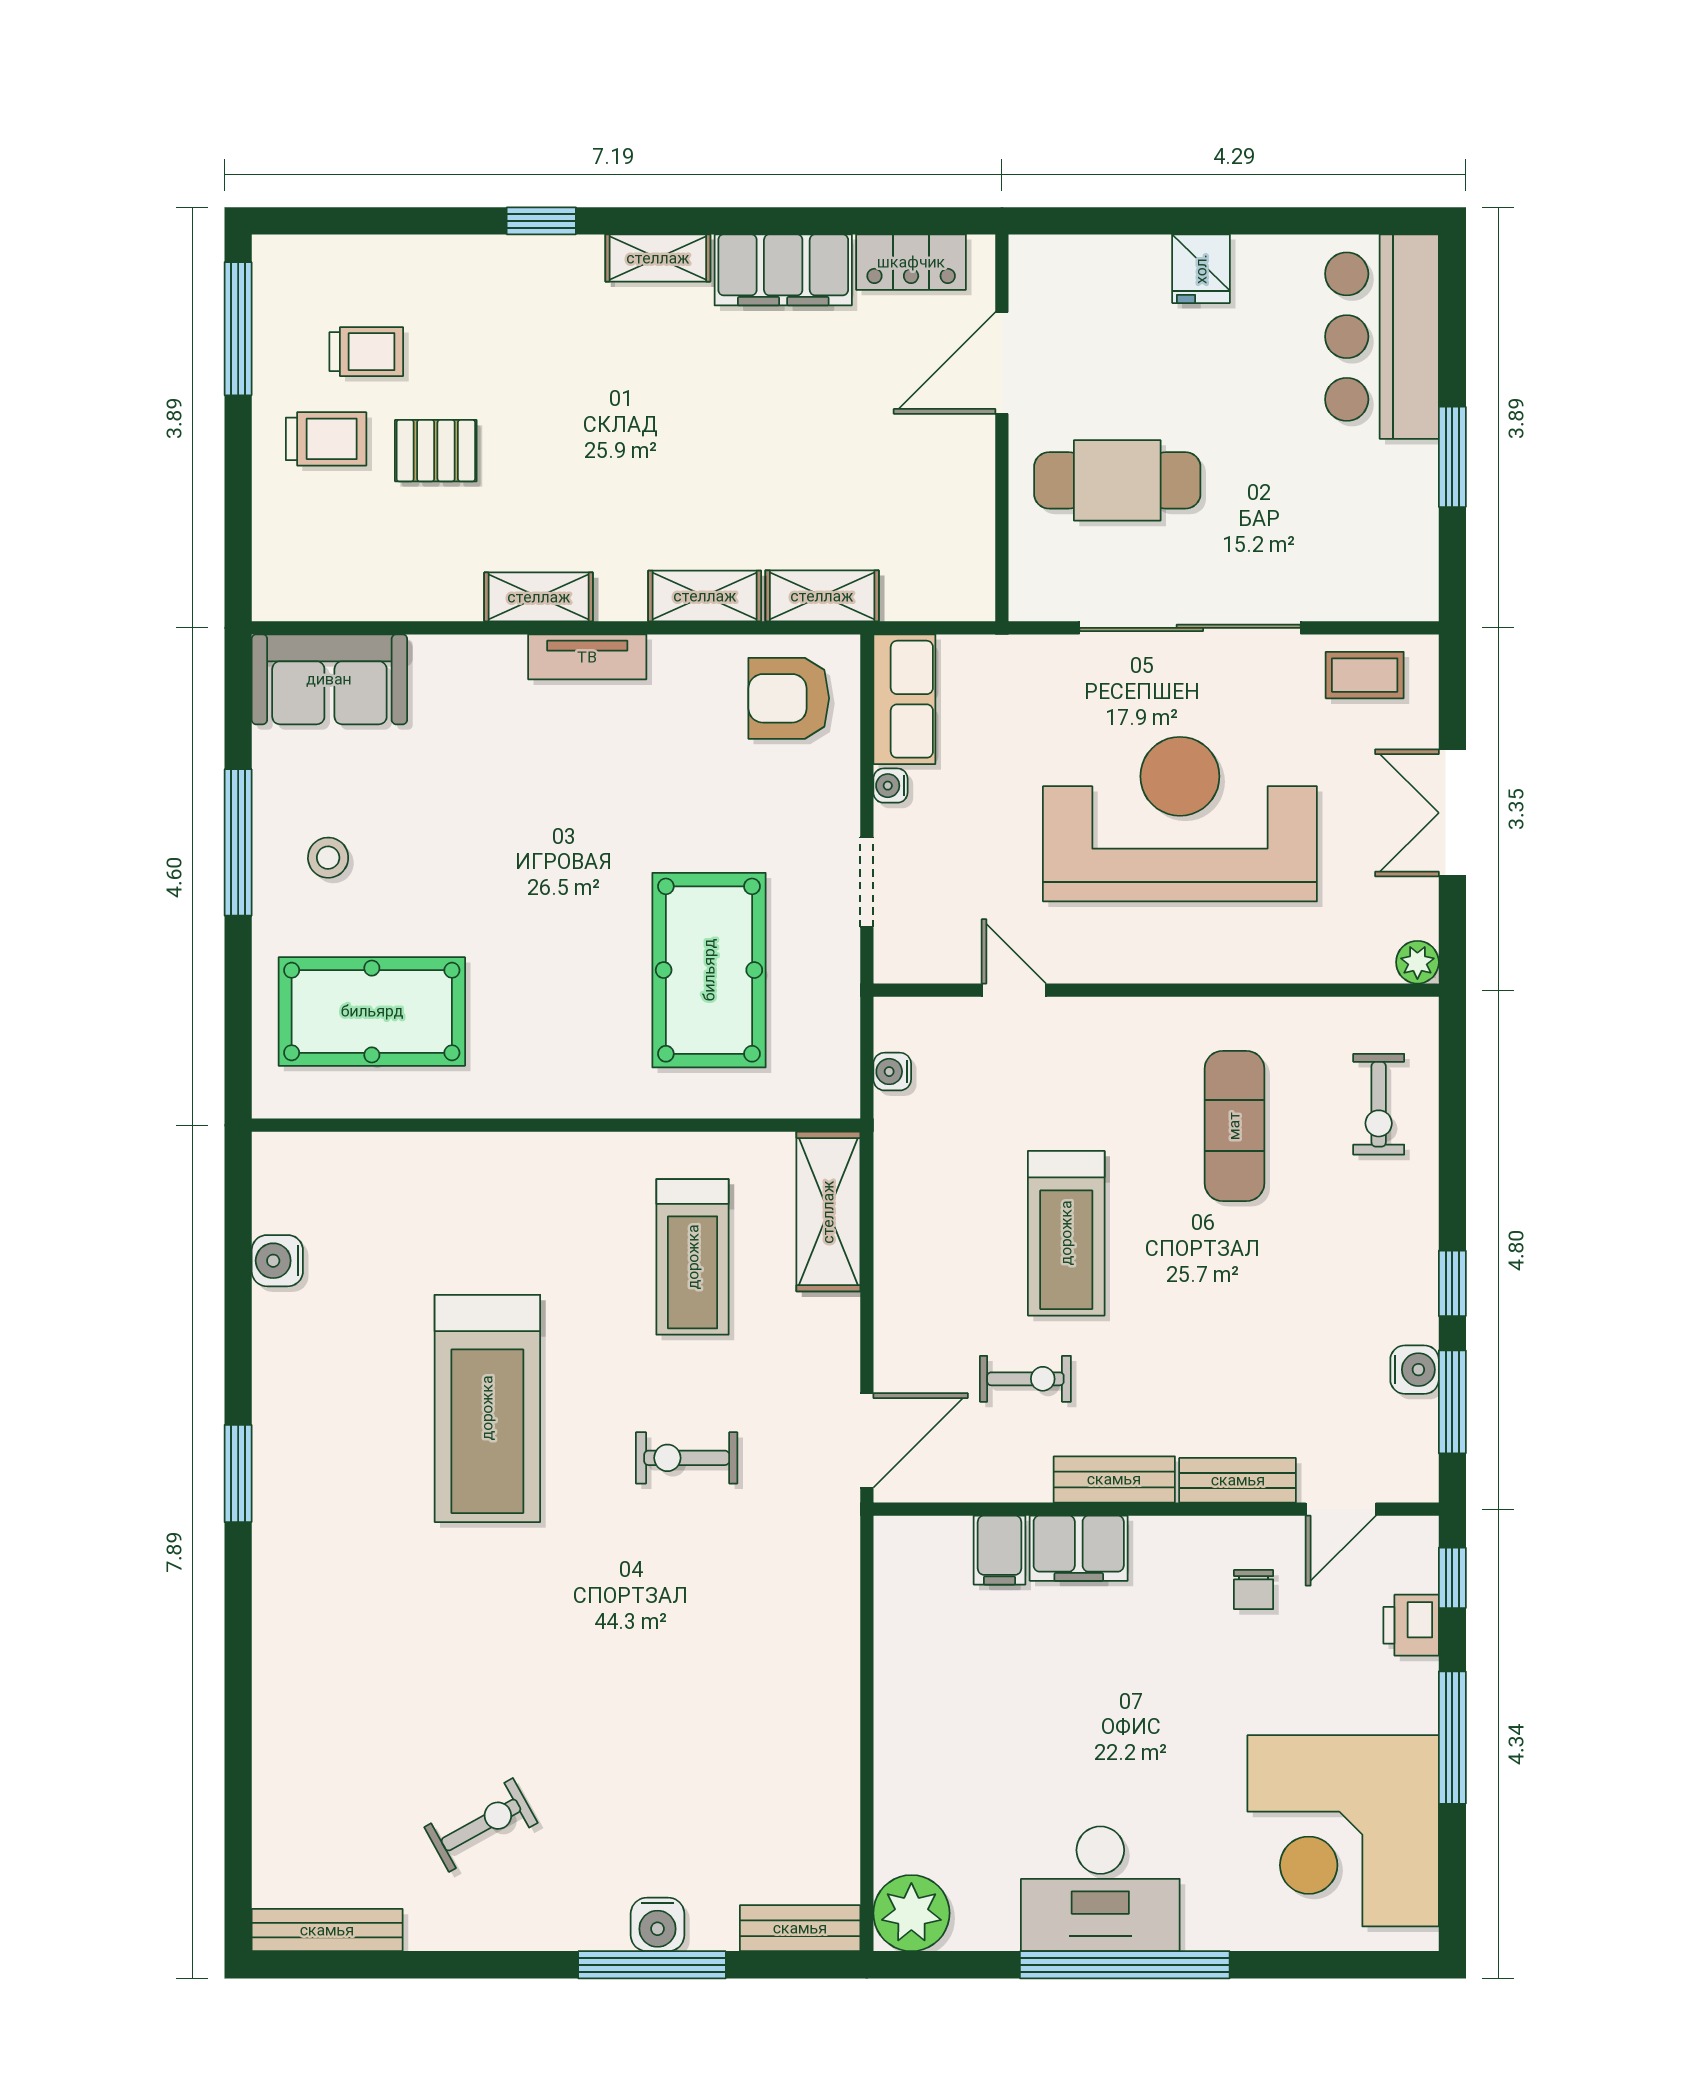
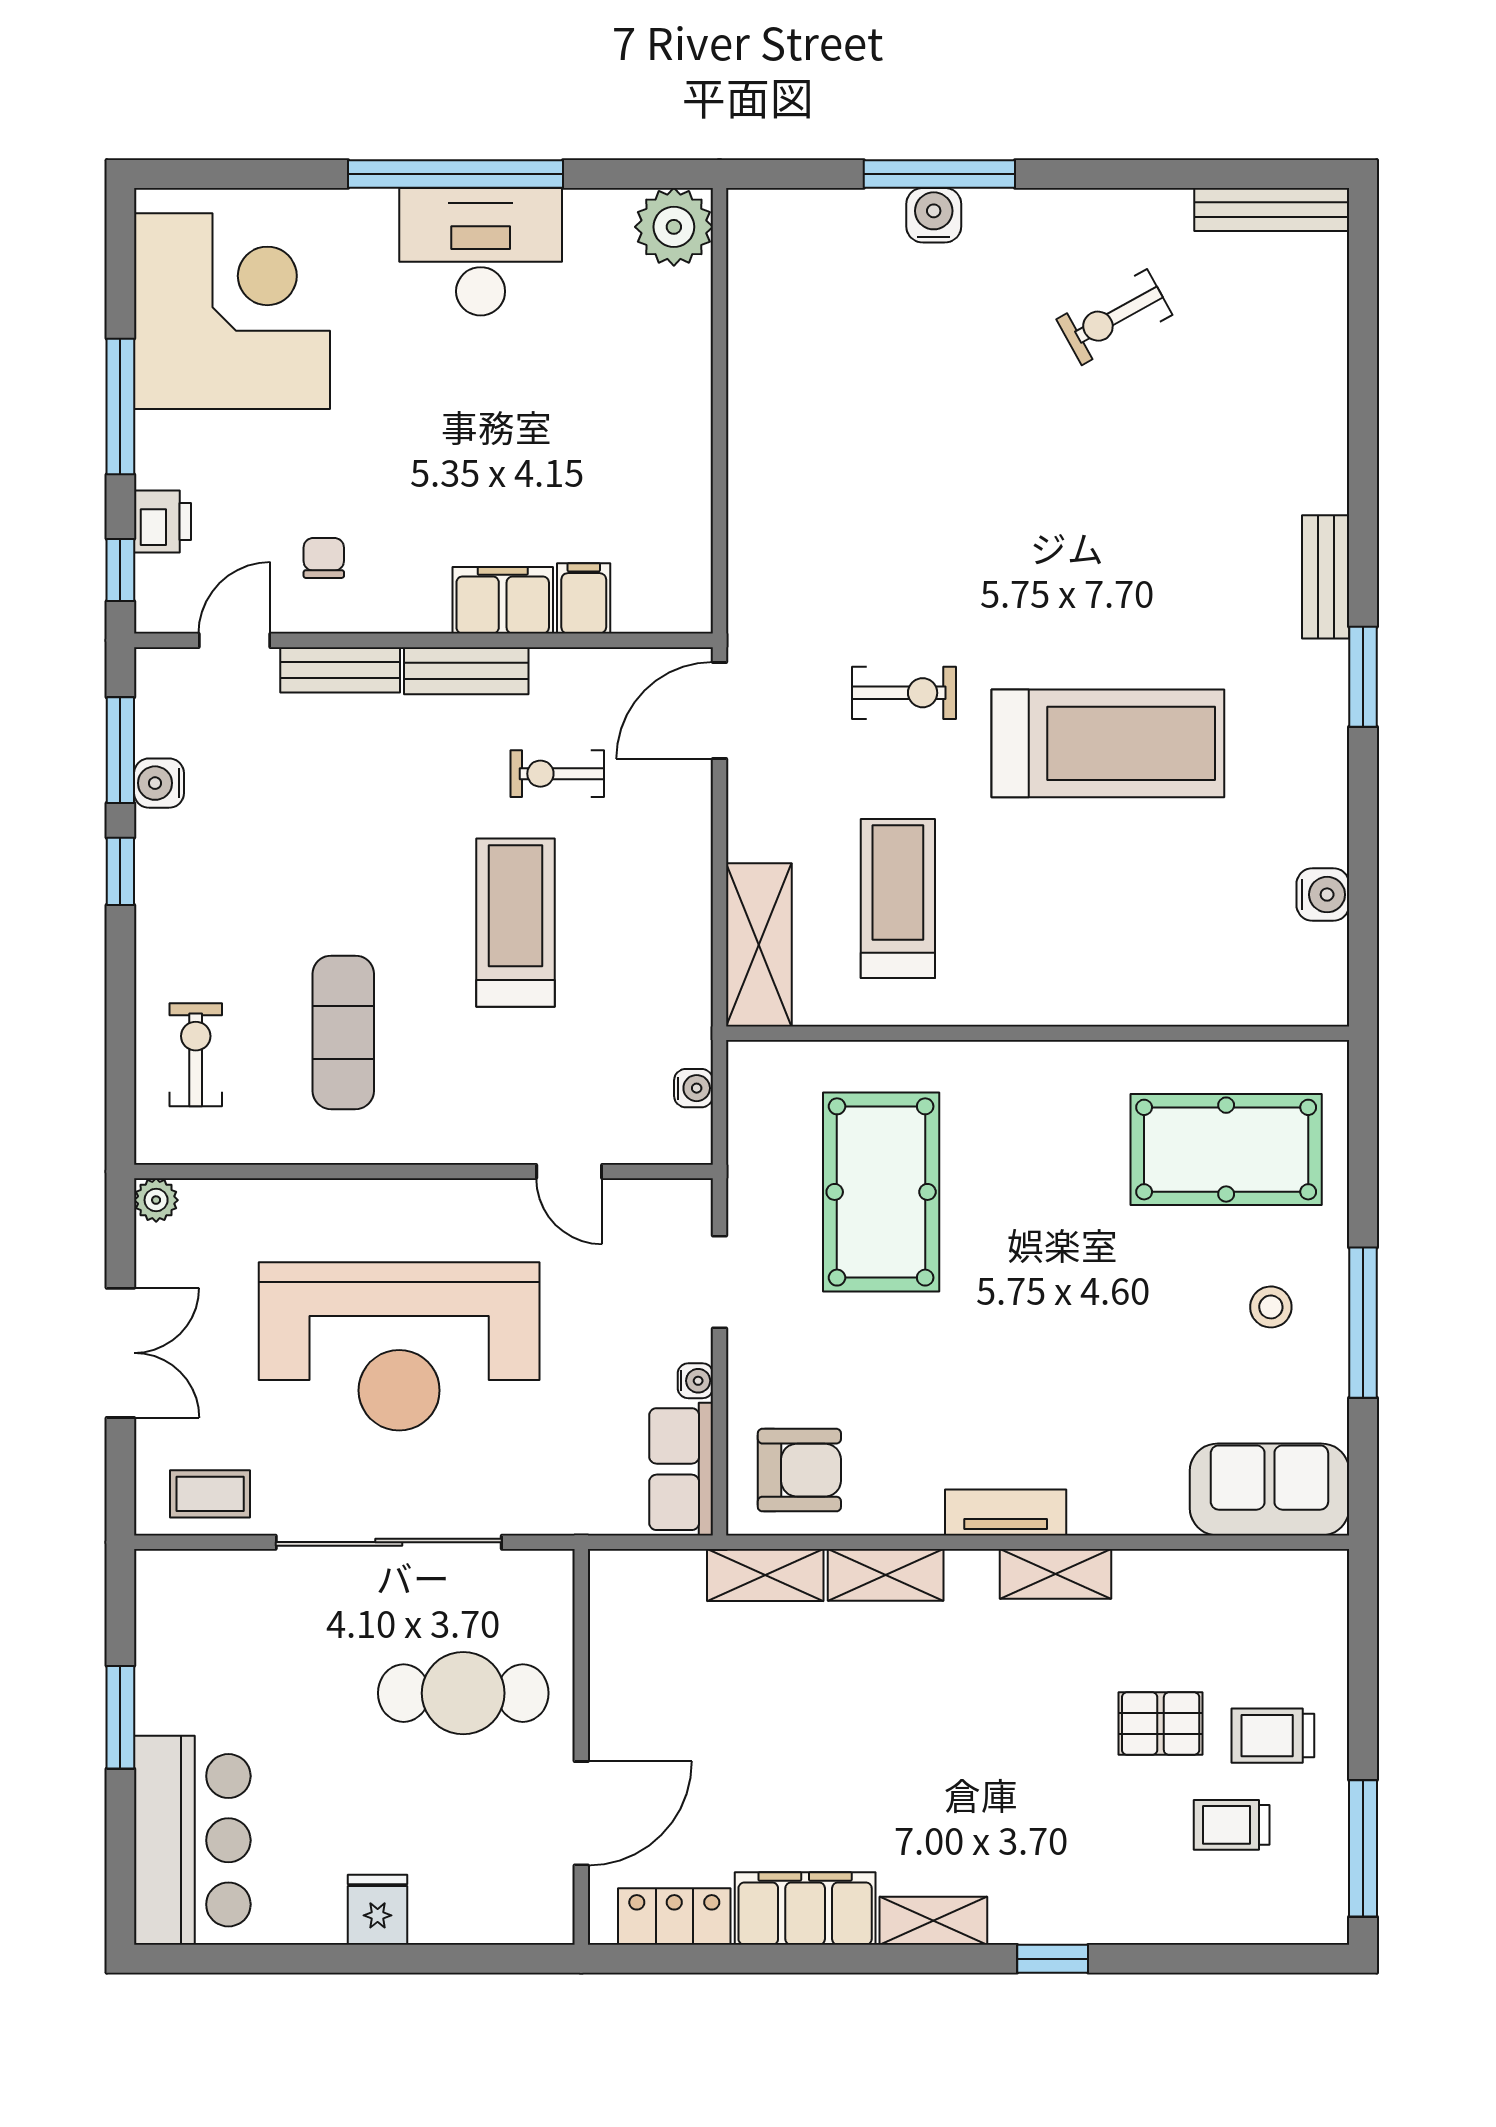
treadmill: (487, 1408) -> (1108, 743), turned 90
bench: (800, 1928) -> (1326, 577), moved, turned 90

